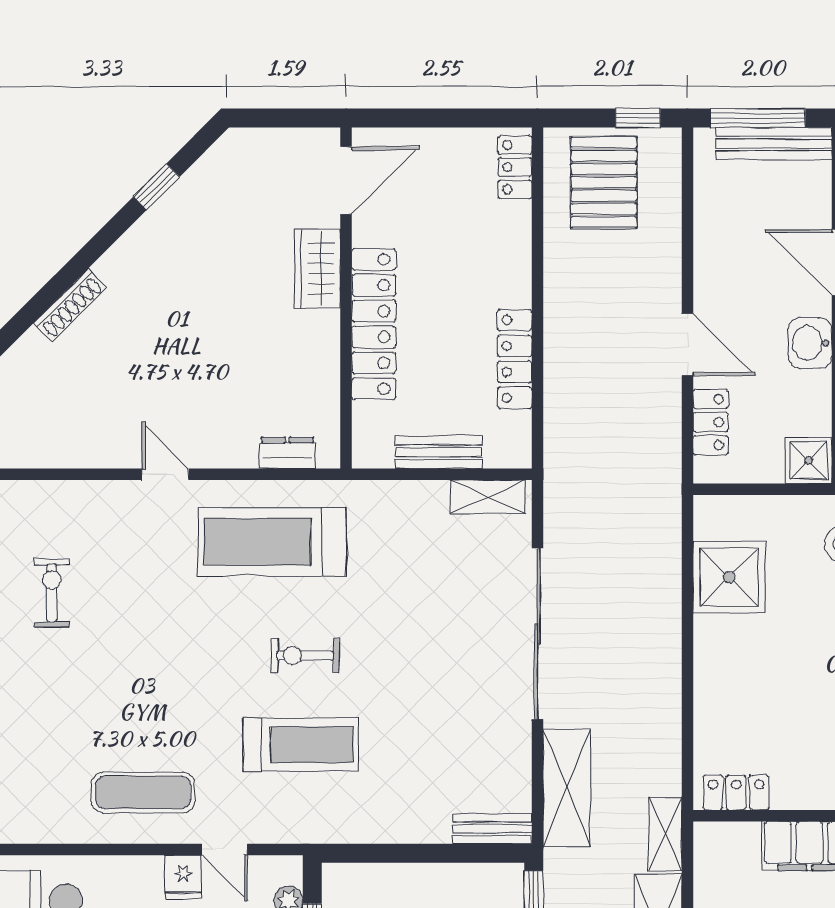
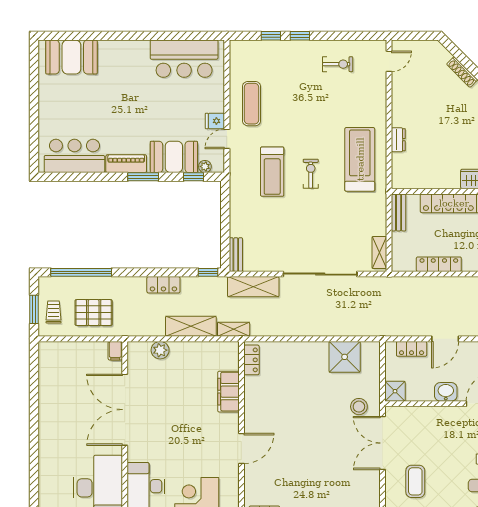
bench: (439, 452) -> (399, 212), moved
dresser: (287, 453) -> (398, 140), moved
door: (165, 474) -> (389, 61), moved

